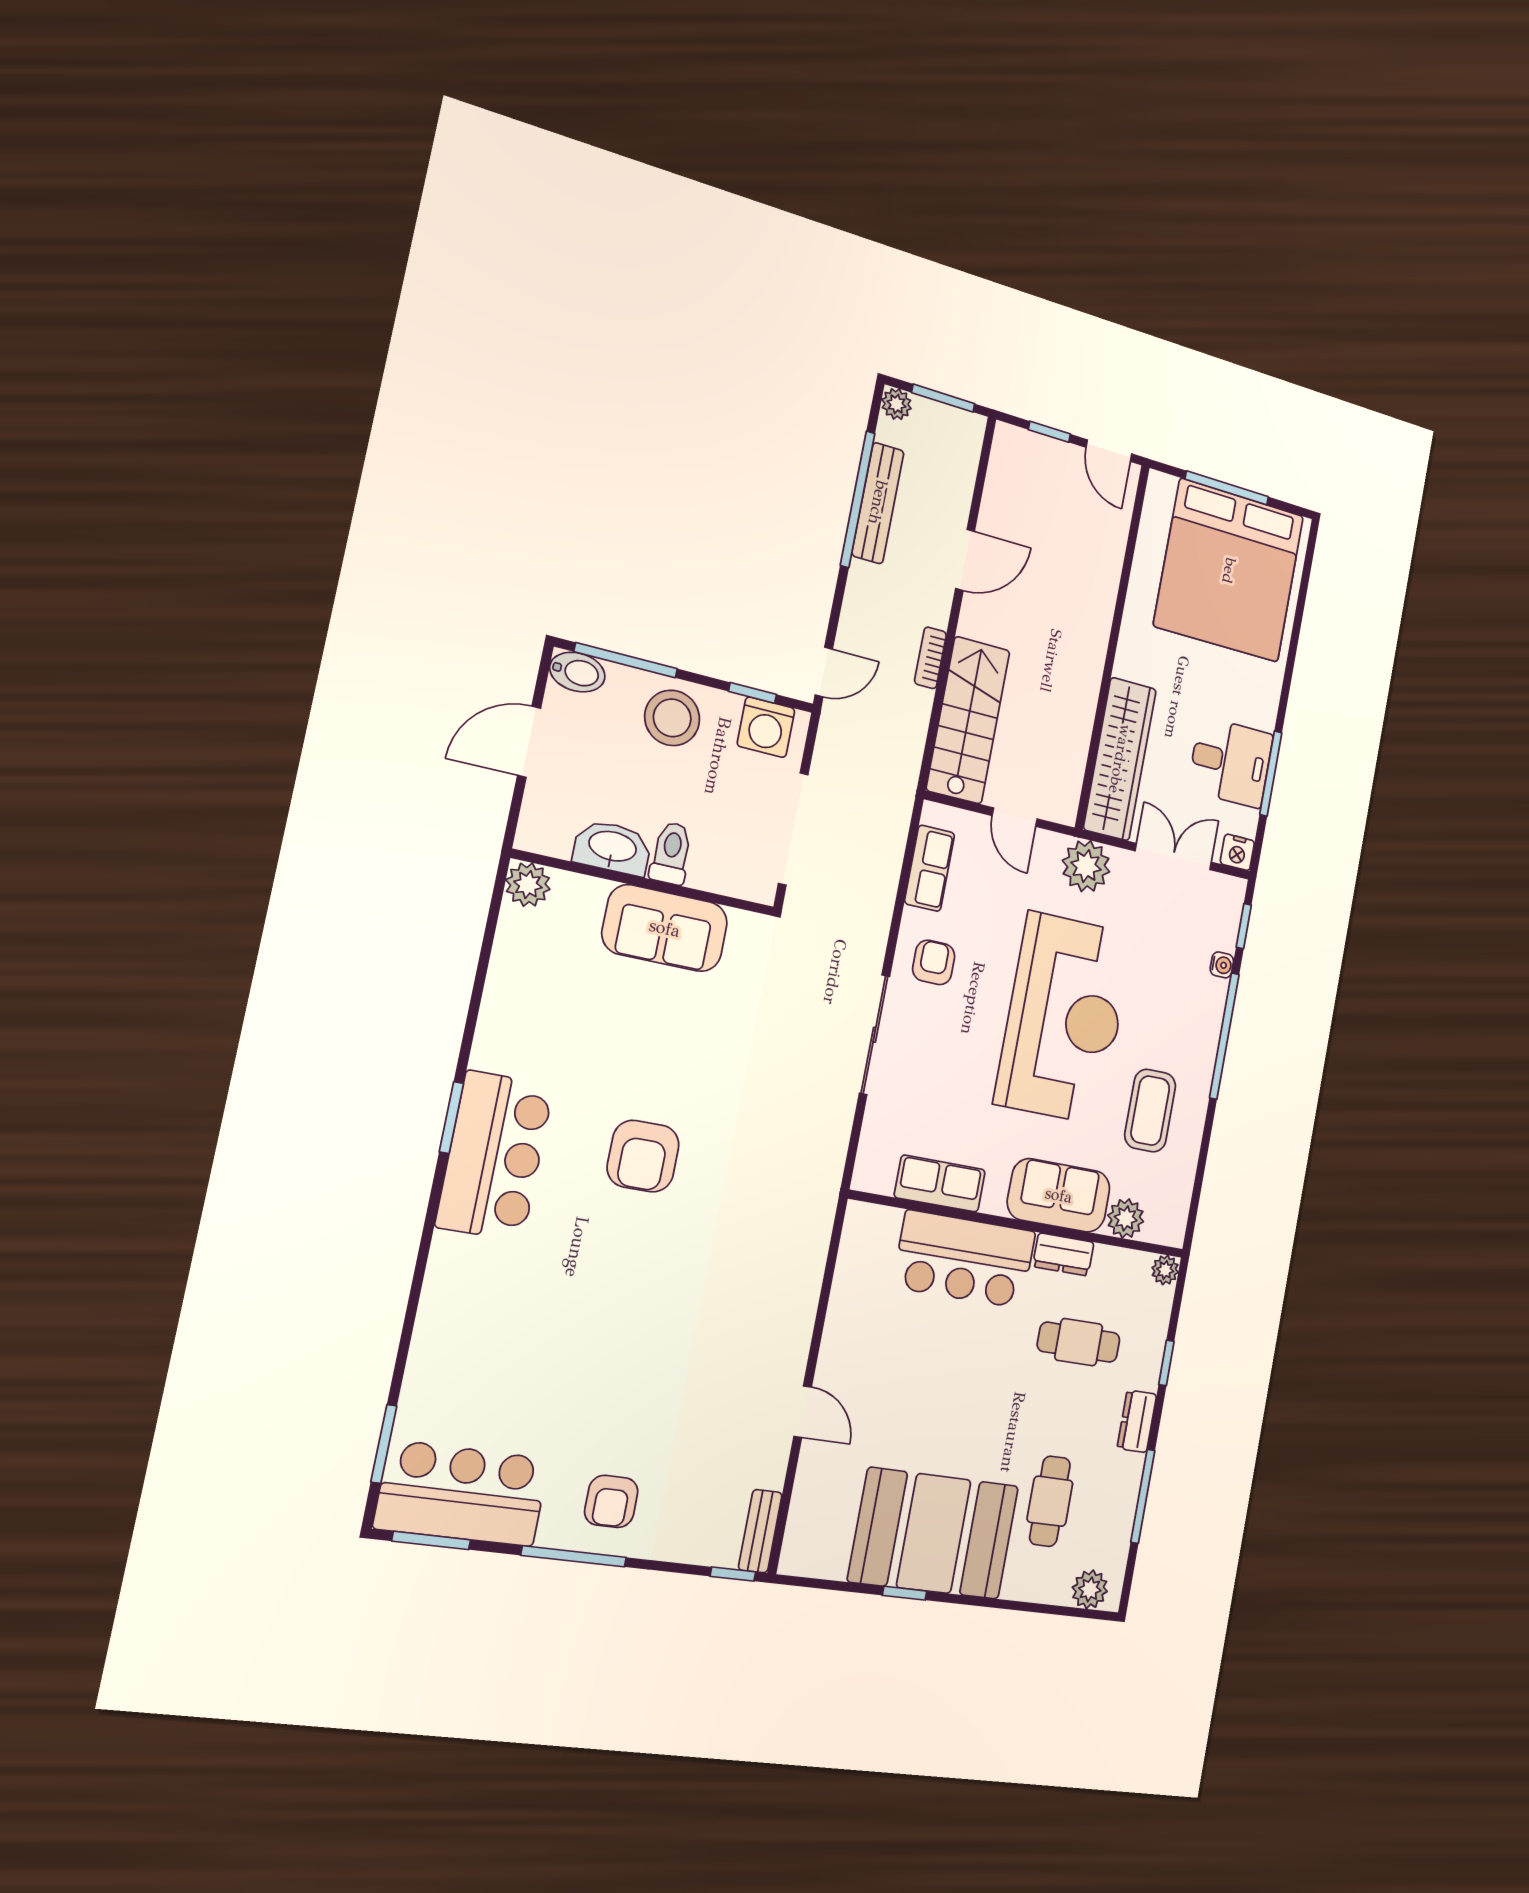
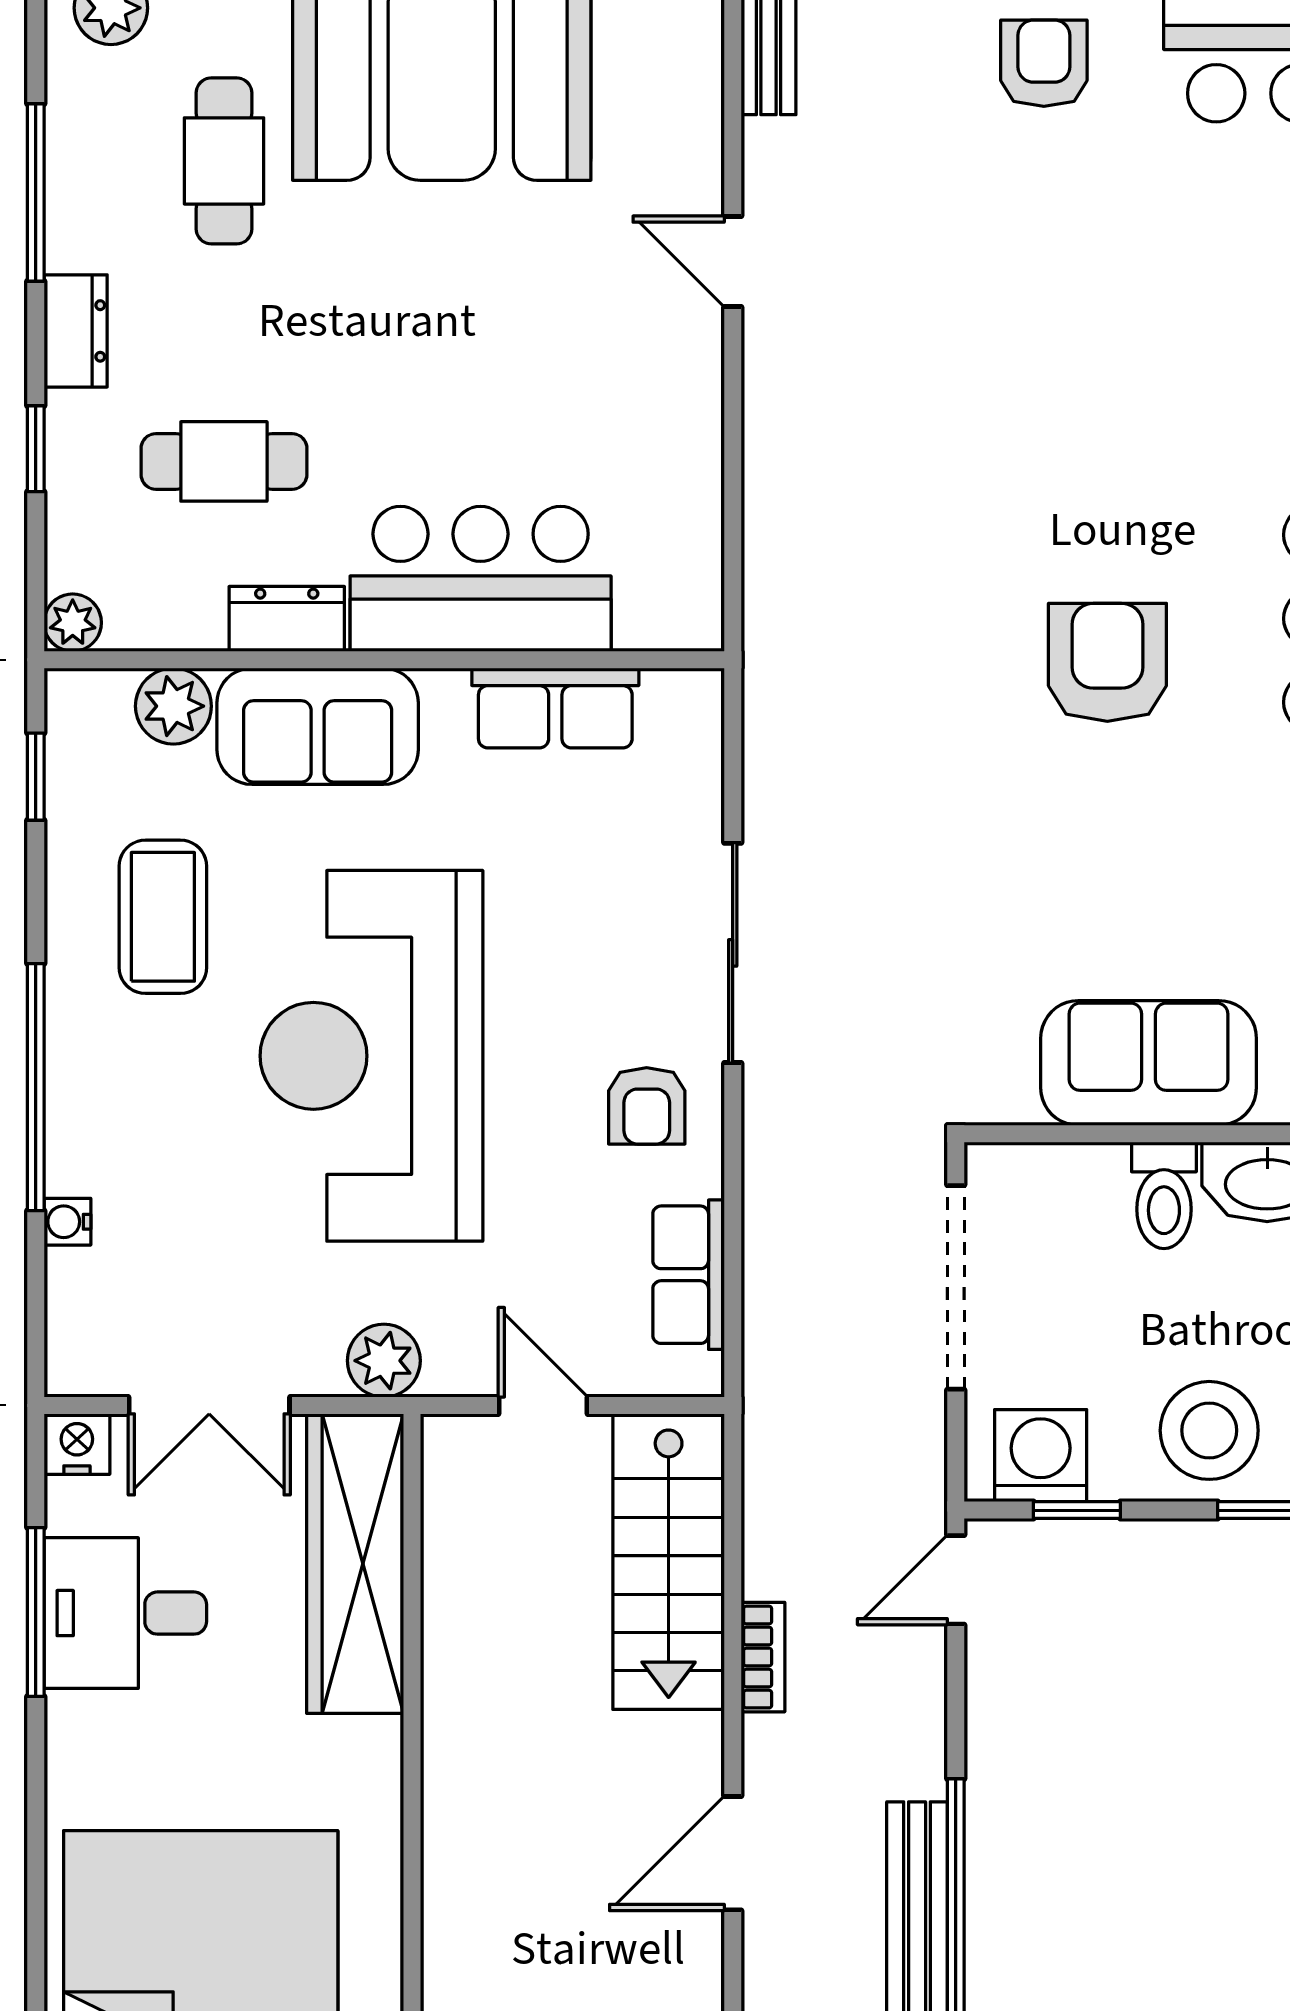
plant: (1086, 866) -> (384, 1361), width x0.73, depth x0.73
window: (1244, 926) -> (36, 777), moved

